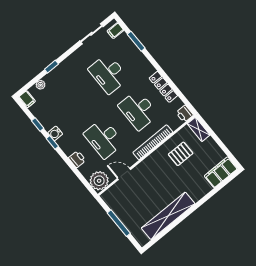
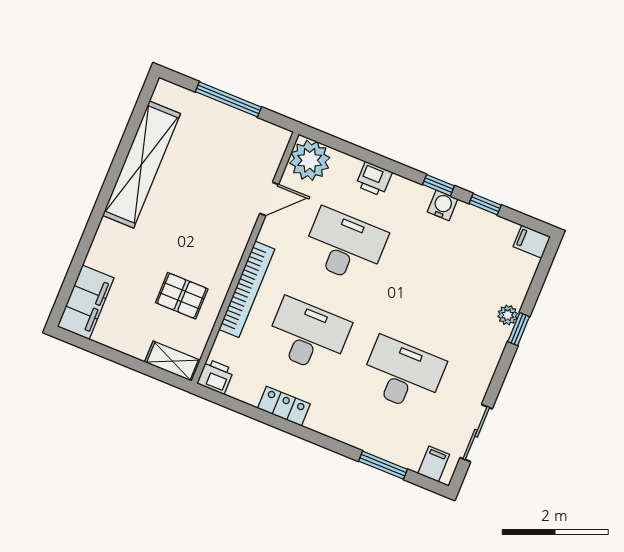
plant: (41, 85) -> (508, 315), moved
locker: (163, 87) -> (284, 406), width x0.66
pallet: (181, 154) -> (182, 296), turned 90

